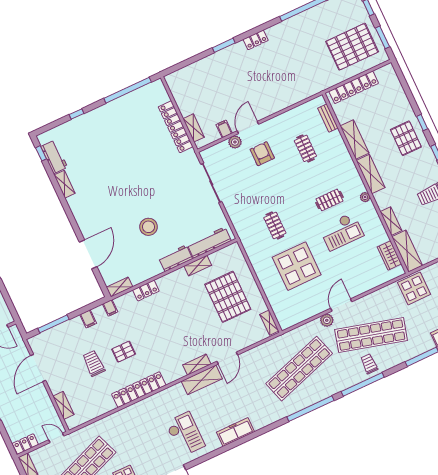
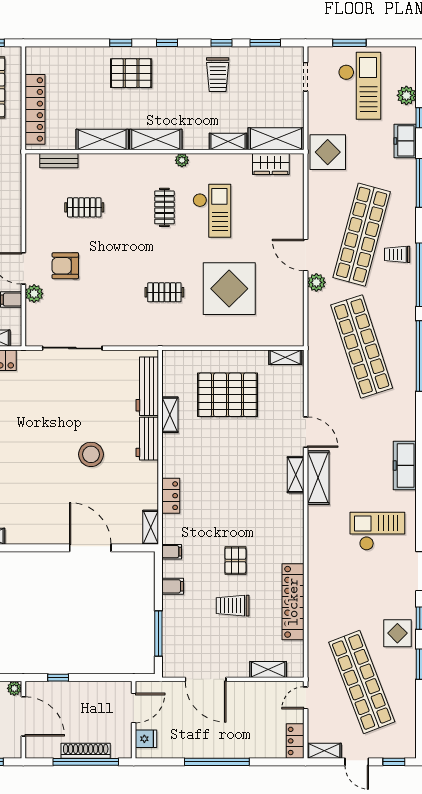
locker: (139, 390) -> (293, 602), moved

